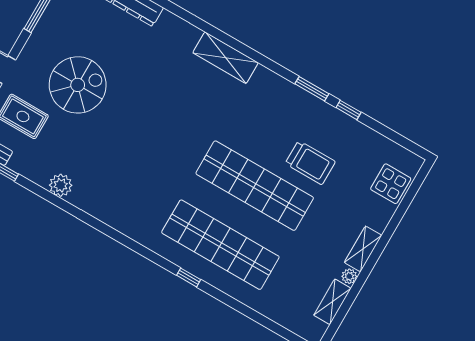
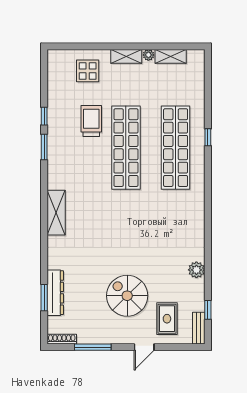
display table: (391, 184) -> (88, 71), moved
window: (189, 277) -> (208, 137), moved

